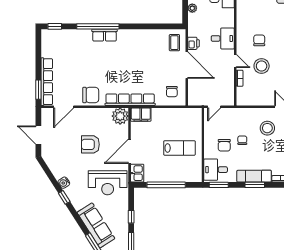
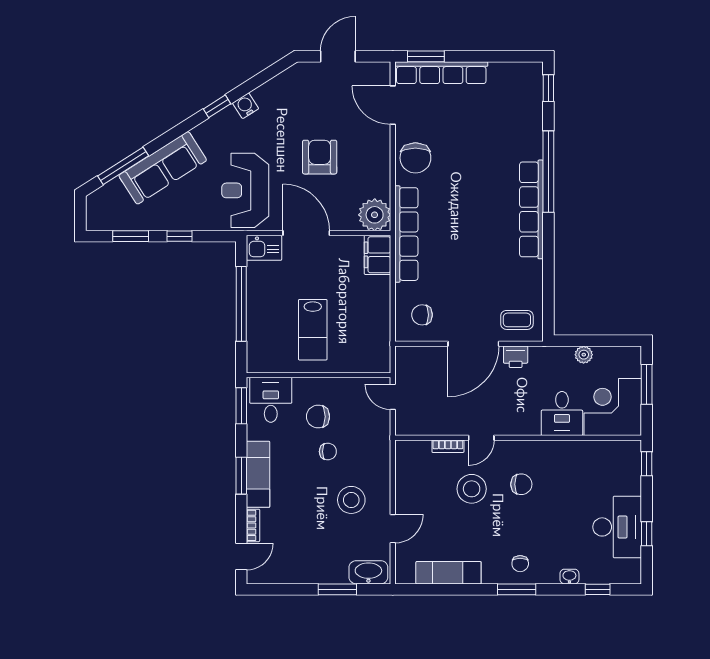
row of seats: (105, 35) -> (531, 209), width x2.02
desk: (223, 38) -> (562, 414), moved

